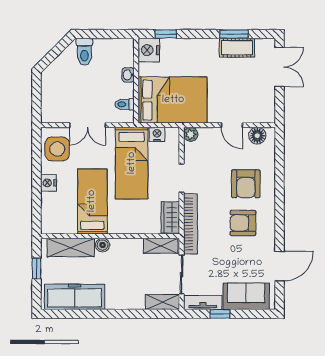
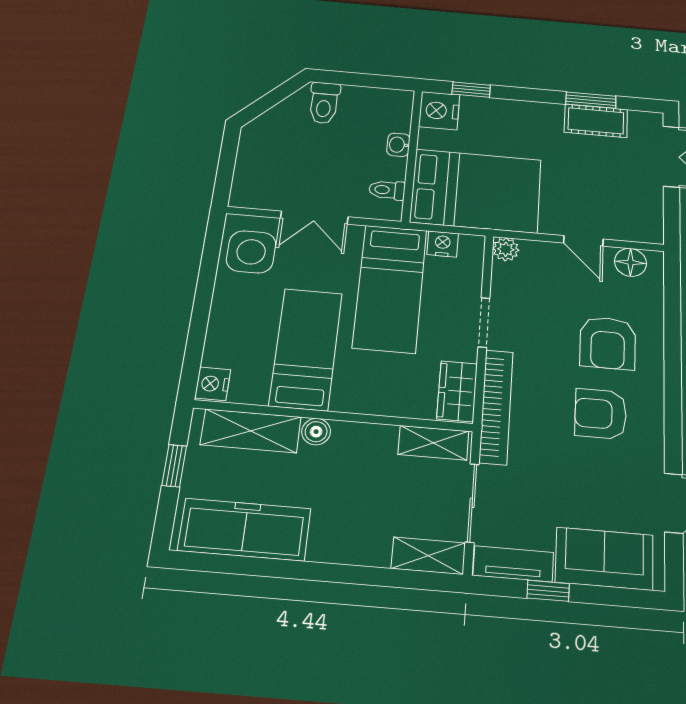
nightstand: (48, 183) -> (213, 384), moved

